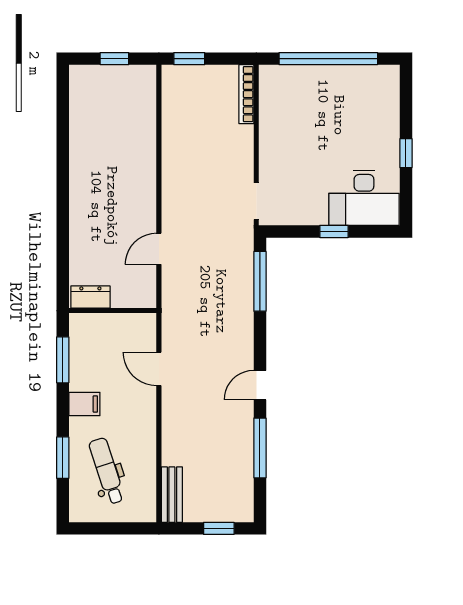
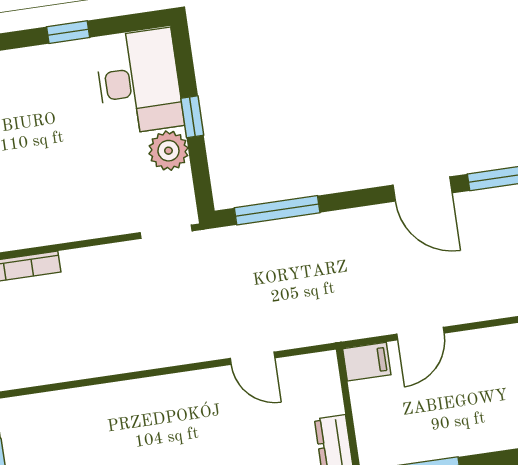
plant: (313, 211) -> (168, 151), added
door: (260, 385) -> (422, 189), width x1.38
filing cabinet: (84, 404) -> (367, 362), moved, turned 90

